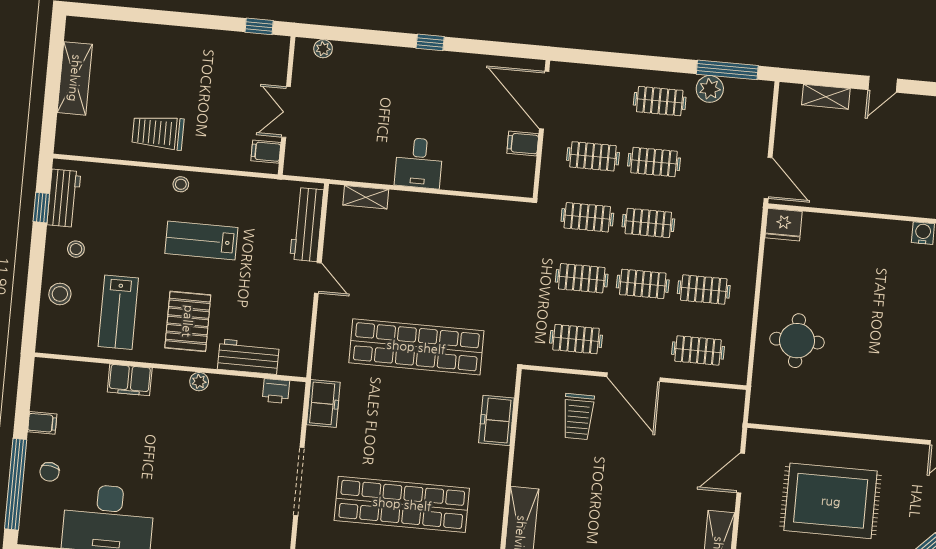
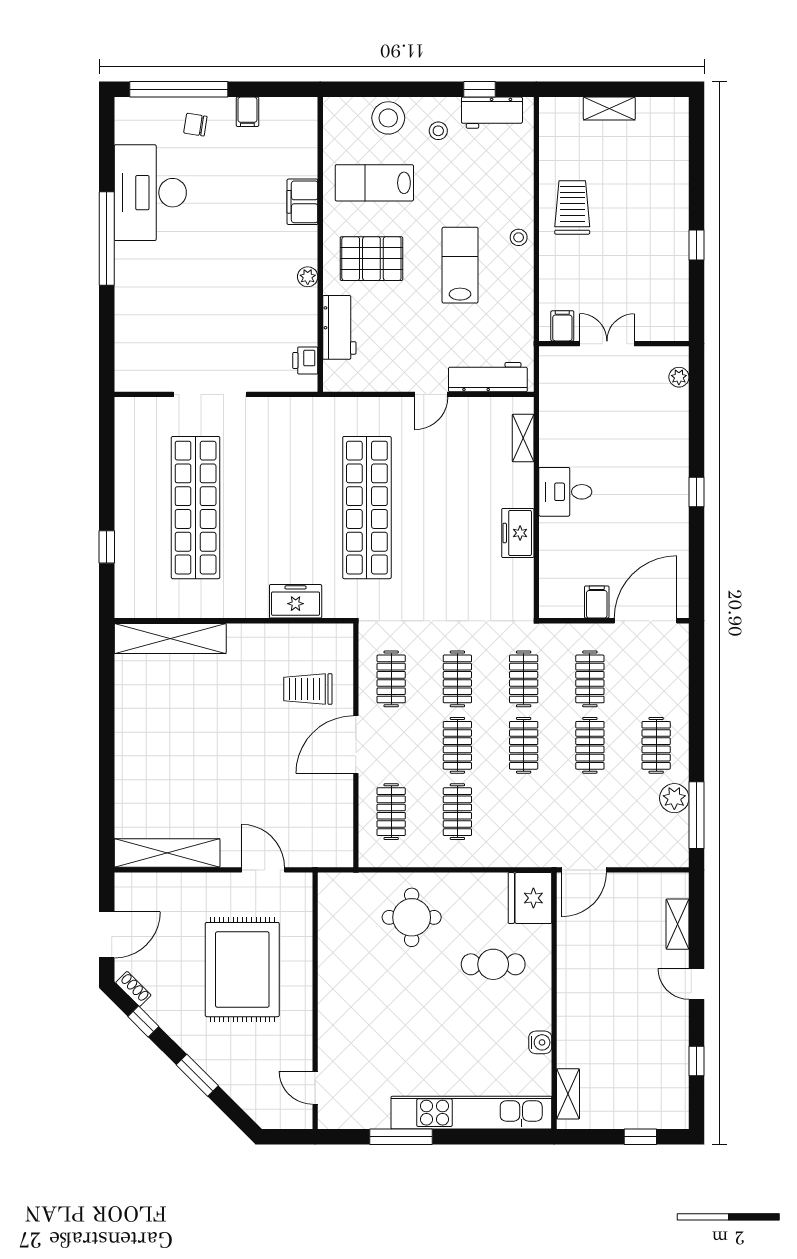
window: (259, 26) -> (697, 245), moved
shelving: (75, 78) -> (609, 109), width x0.67, depth x0.75
fridge: (784, 225) -> (530, 898), width x1.36, depth x1.34
cafe table: (847, 270) -> (493, 964), added
stool: (60, 294) -> (388, 118), width x1.38, depth x1.38
freezer: (323, 403) -> (518, 533), moved, turned 90

